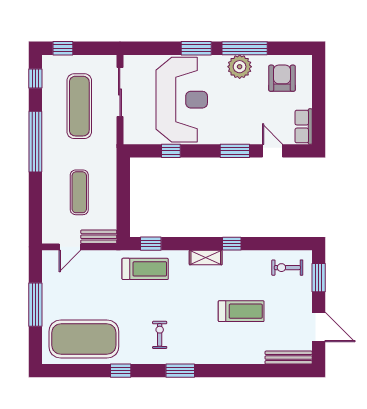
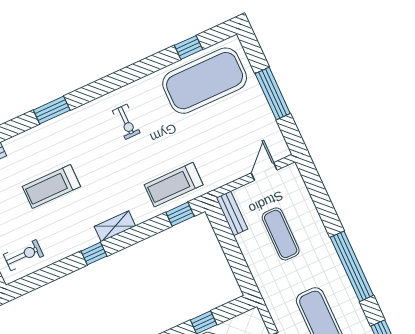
bench: (99, 237) -> (232, 213), moved, turned 90
window: (121, 371) -> (189, 47), moved
window: (180, 371) -> (52, 110), moved

